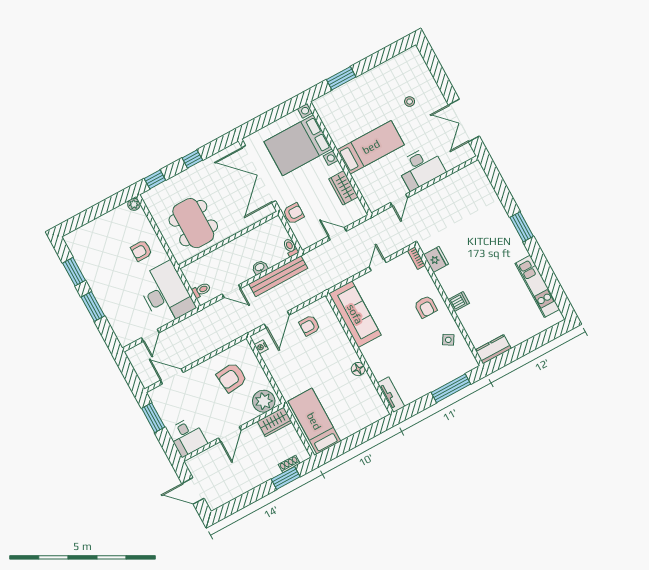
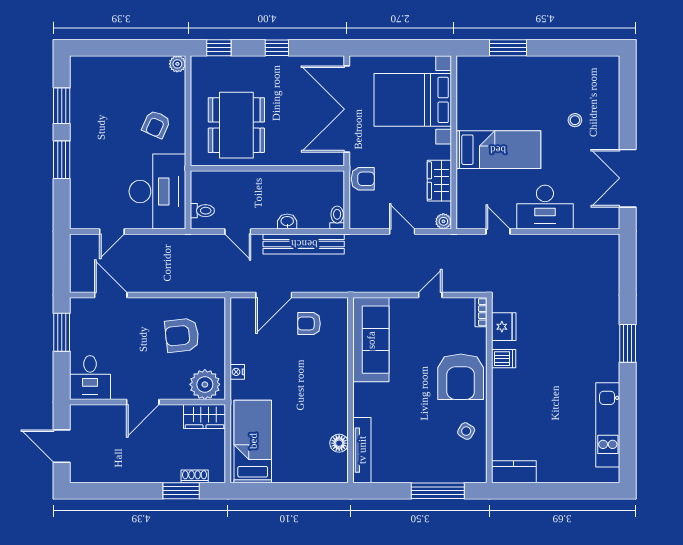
door: (399, 200) -> (498, 232), swing flipped
plant: (360, 213) -> (443, 221), added
armchair: (141, 251) -> (156, 124), turned -66
dishwasher: (459, 301) -> (504, 359), moved
armchair: (426, 307) -> (461, 377), width x1.88, depth x1.88
nightstand: (261, 347) -> (237, 372), moved
floor lamp: (358, 369) -> (339, 443), moved
tv unit: (391, 395) -> (362, 450), width x1.41

